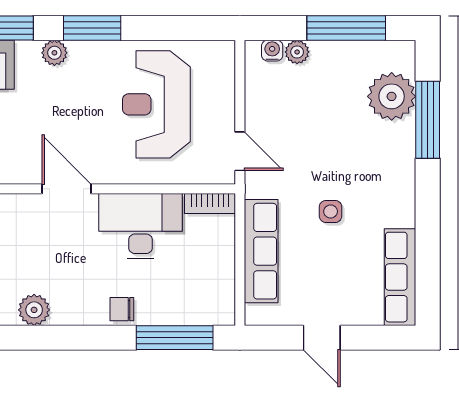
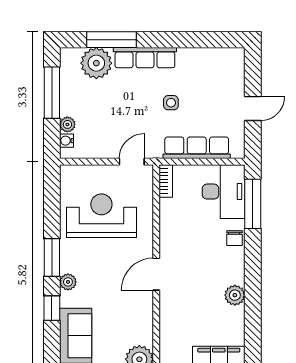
reception desk: (156, 104) -> (101, 216), turned 180
desk: (140, 226) -> (224, 192), moved, turned 180
row of seats: (400, 277) -> (145, 58), moved

